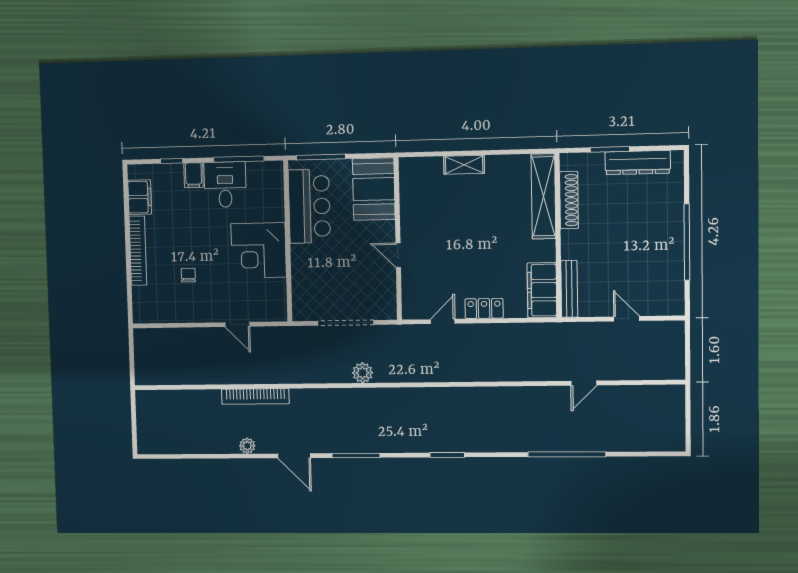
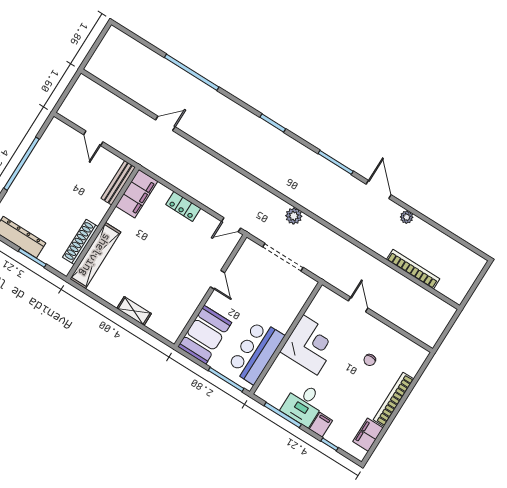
door: (443, 321) -> (231, 225), moved
door: (584, 383) -> (165, 123), moved
bookcase: (255, 396) -> (413, 269), moved

